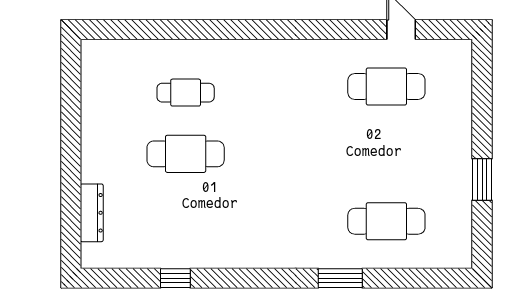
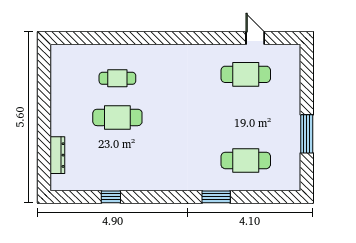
window: (482, 180) -> (307, 134), width x1.44

